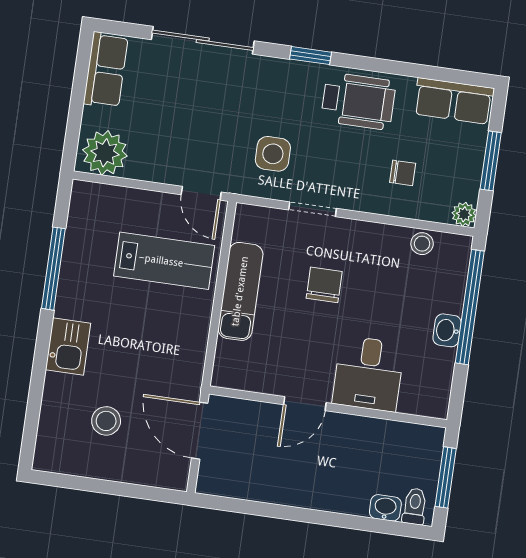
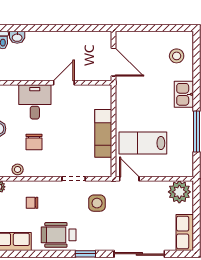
chair: (324, 285) -> (34, 142), moved
stool: (106, 421) -> (177, 56), moved

